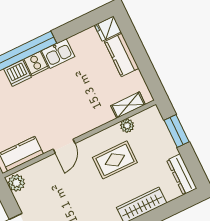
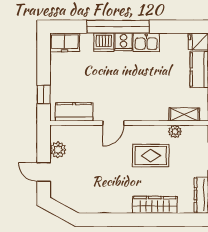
plant: (16, 183) -> (58, 150), moved

